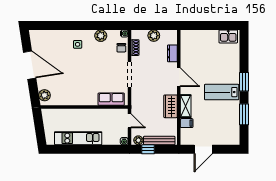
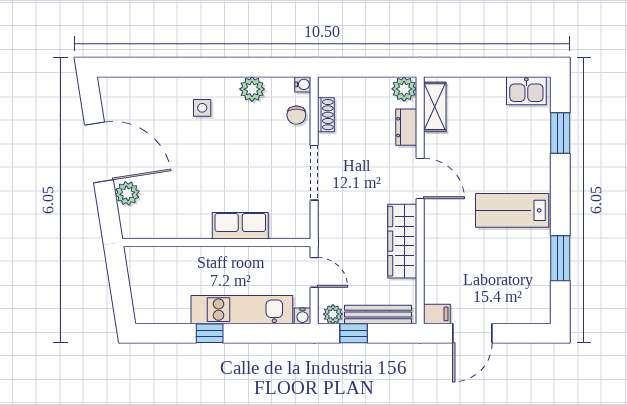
plant: (154, 36) -> (404, 89), moved
window: (244, 82) -> (560, 133), moved
plant: (44, 95) -> (127, 193), moved
row of seats: (111, 99) -> (240, 226), moved
wardrobe: (171, 106) -> (402, 241), width x1.50
shelving: (186, 106) -> (435, 107), moved
filing cabinet: (187, 123) -> (437, 314), moved
kitchen unit: (78, 138) -> (242, 310), moved
window: (81, 149) -> (210, 333), added

